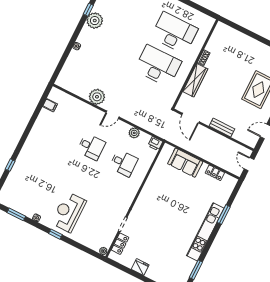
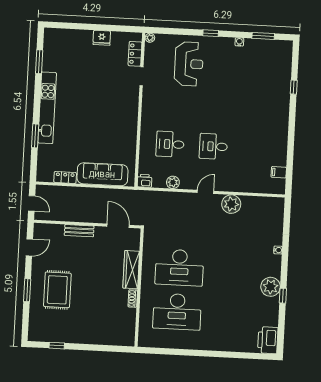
sofa: (185, 163) -> (102, 174), width x1.36
reception desk: (69, 212) -> (189, 64), moved

